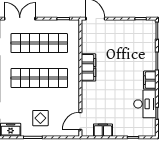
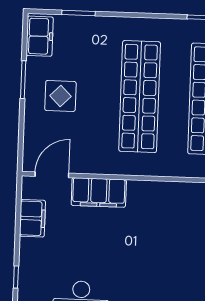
filing cabinet: (89, 67) -> (99, 192), moved
door: (80, 121) -> (52, 175), hinge flipped

